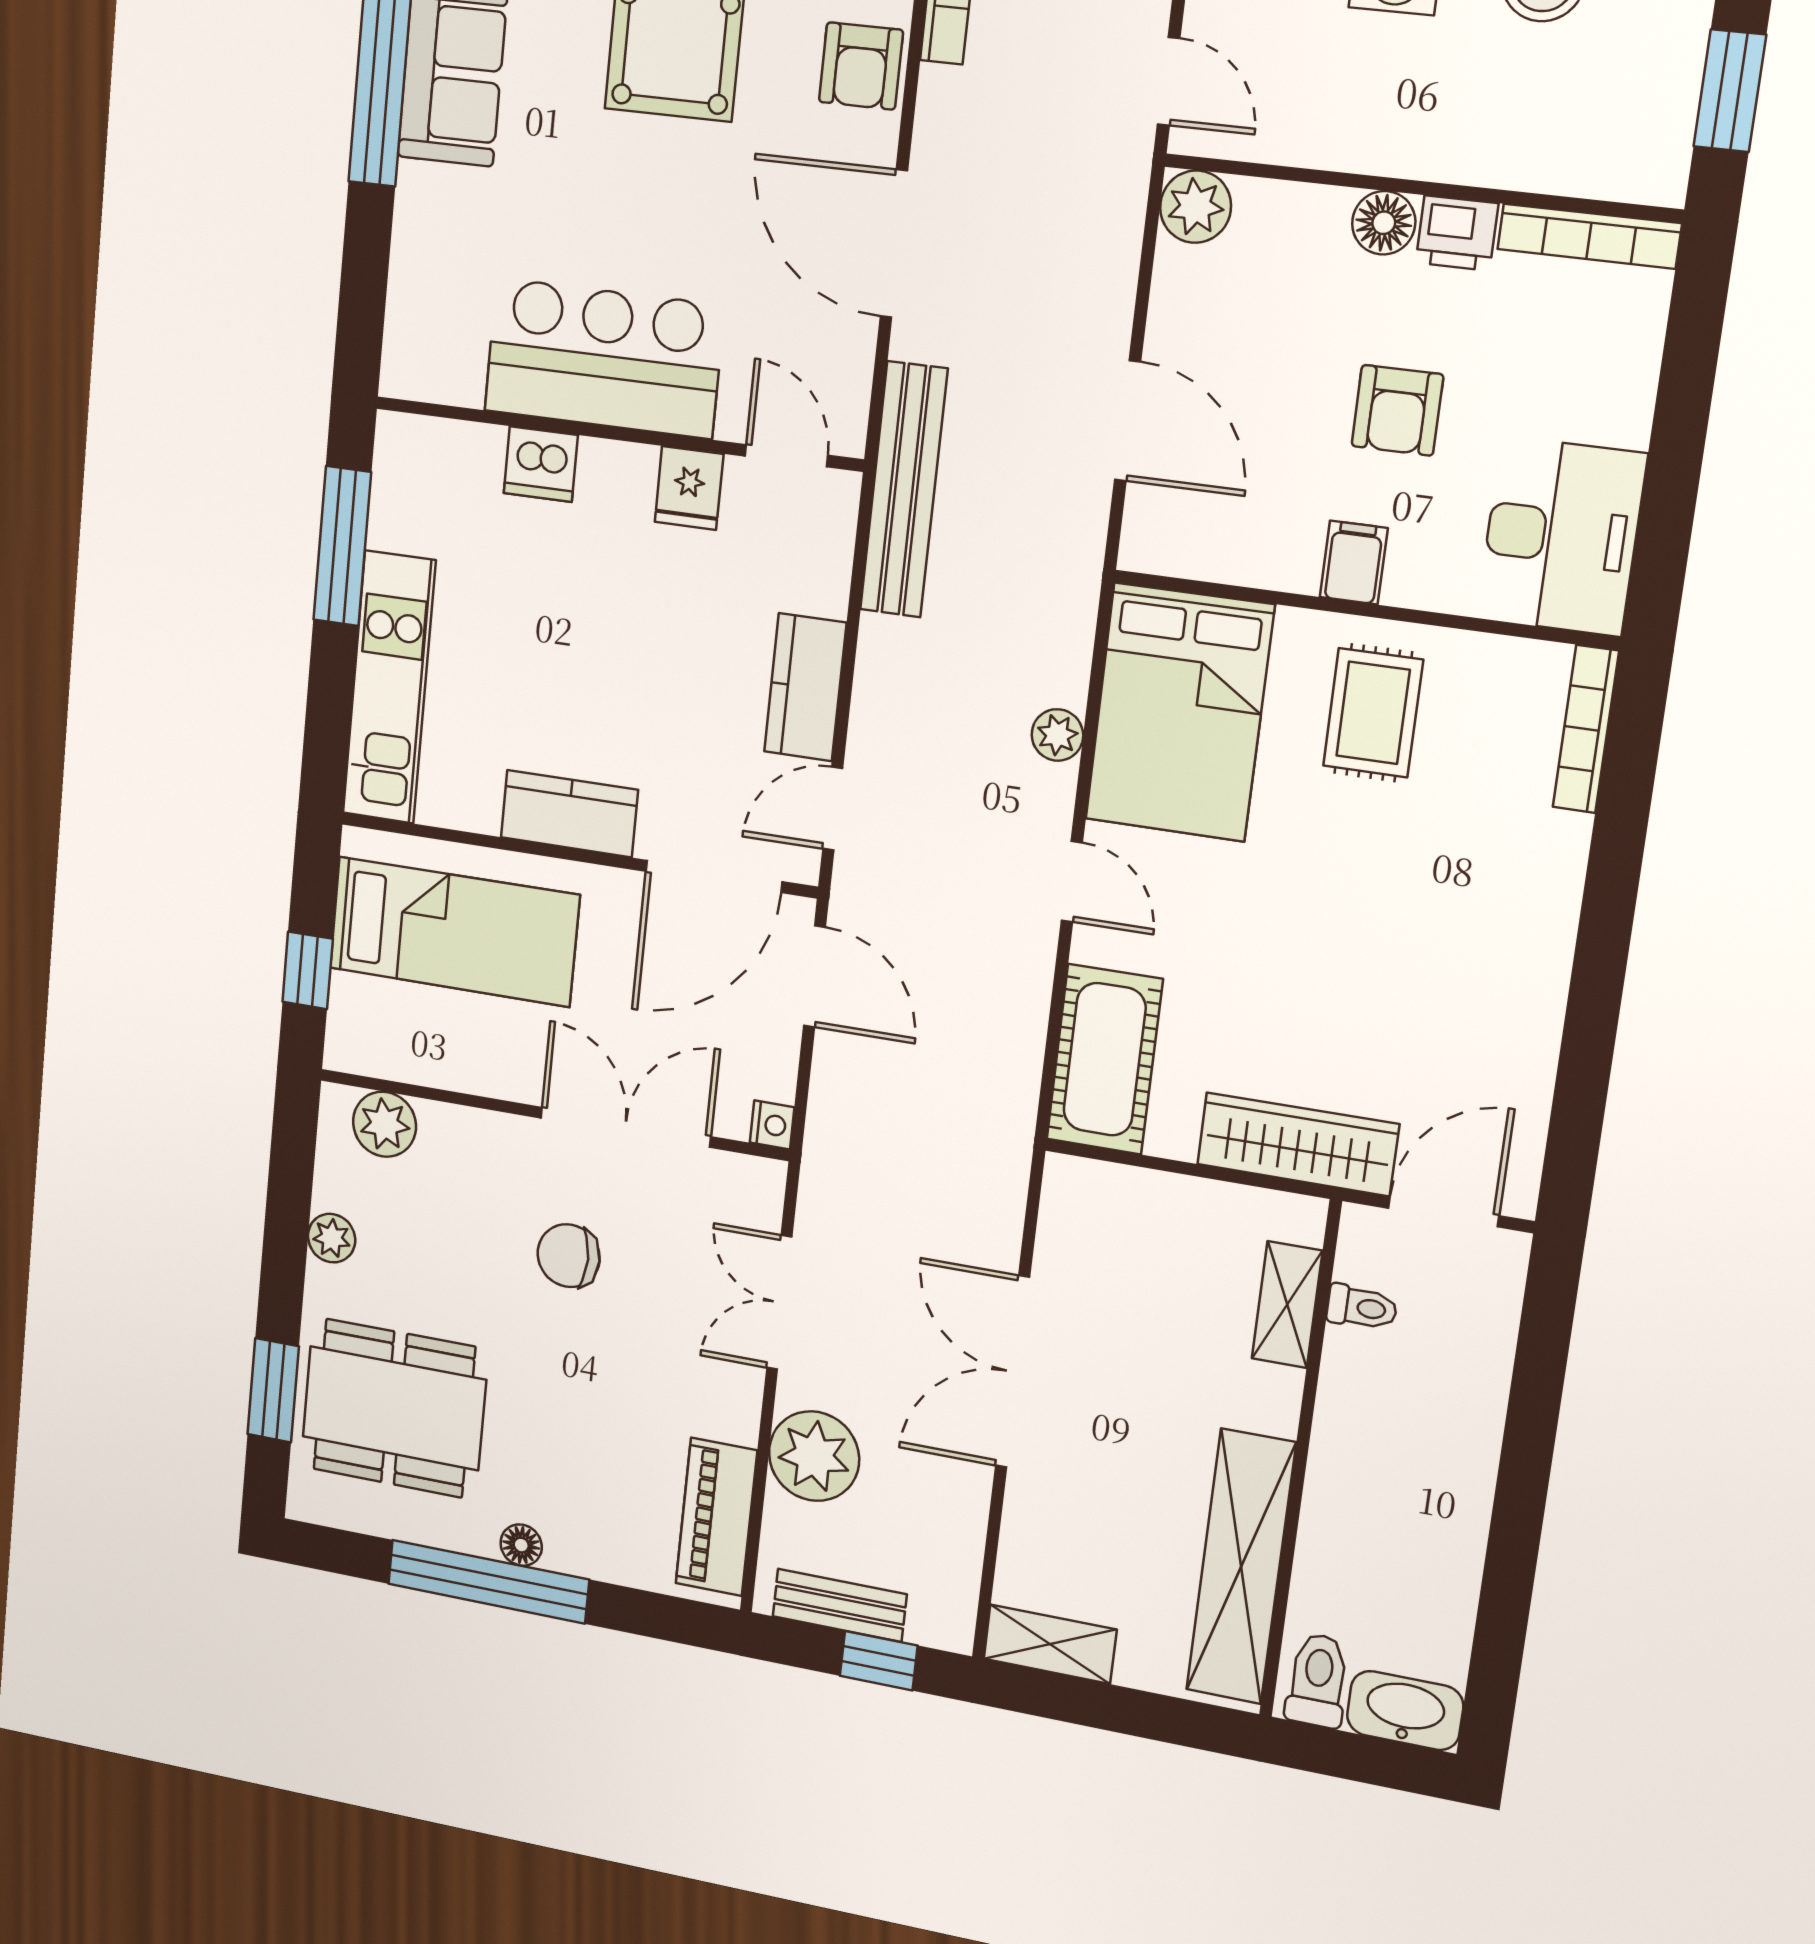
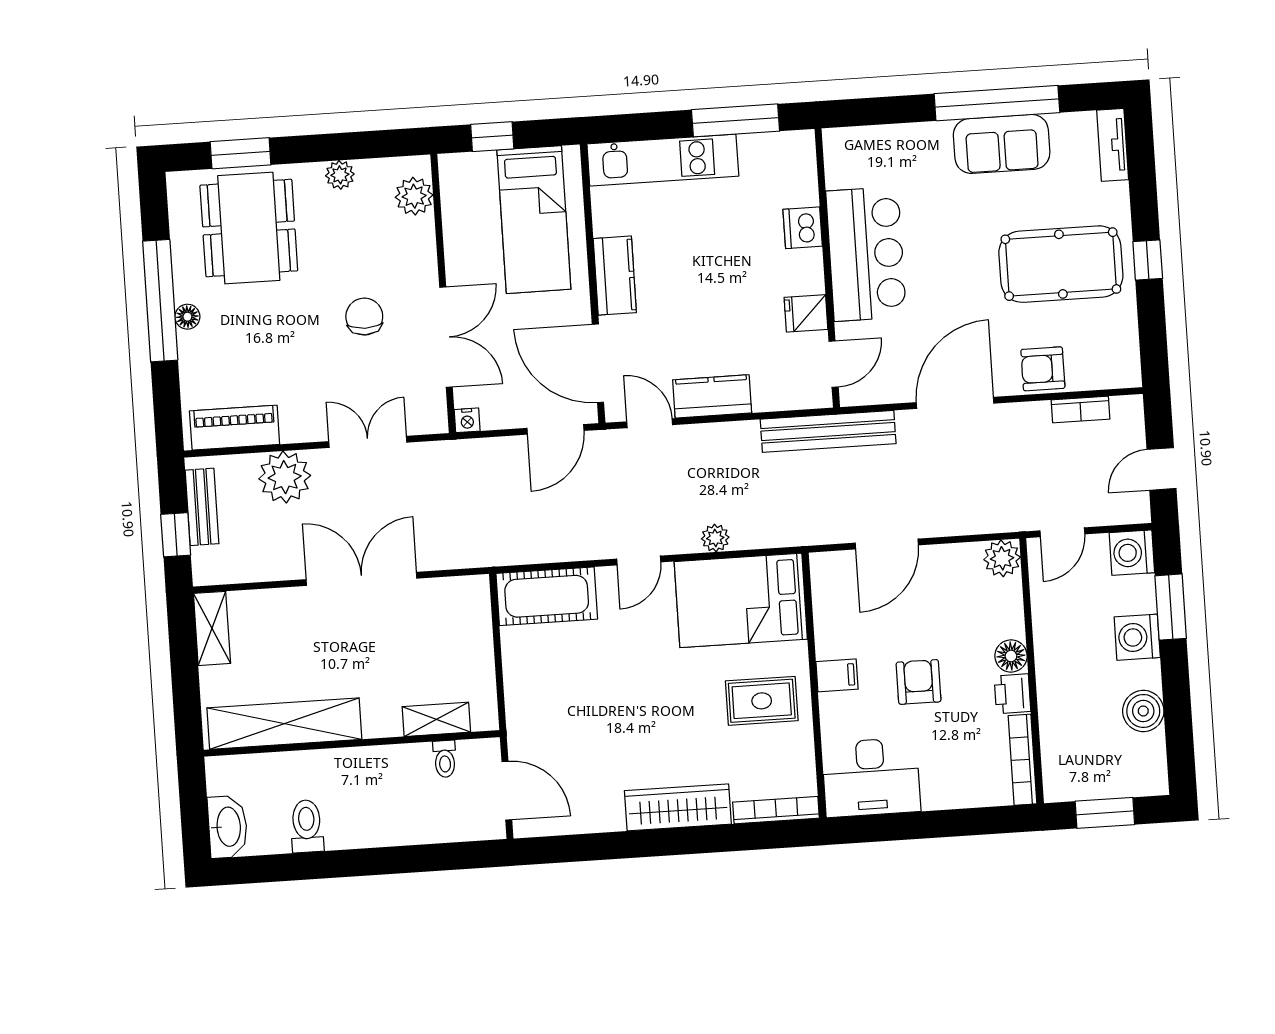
armchair: (1397, 410) -> (919, 682), turned 90
wardrobe: (1298, 1144) -> (678, 807), moved, turned -90
toilet: (1318, 1680) -> (307, 826), moved, turned -90

